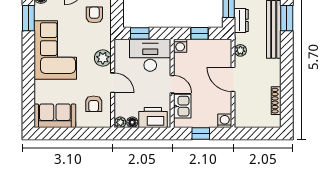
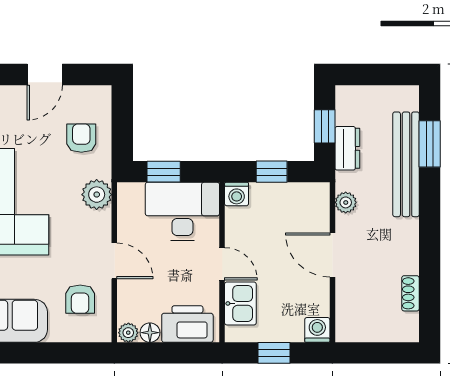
plant: (103, 58) -> (97, 195), moved
shoe rack: (276, 101) -> (410, 293), width x0.70

